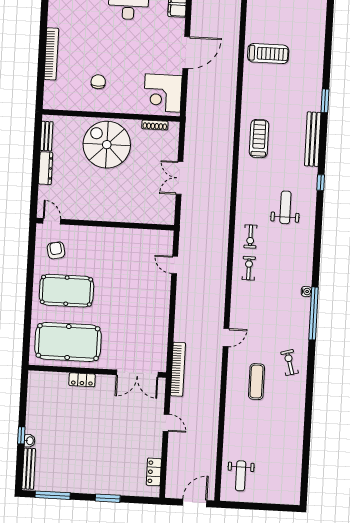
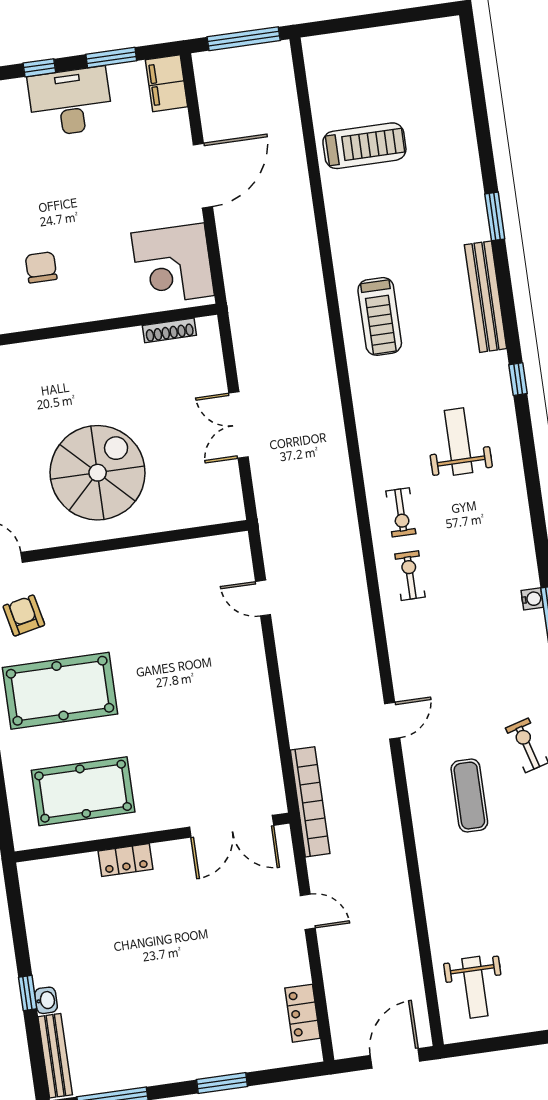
treadmill: (259, 139) -> (380, 316), turned 180
spiral stairs: (107, 145) -> (98, 473), moved, turned 90
pool table: (68, 342) -> (83, 791), width x0.73, depth x0.76

